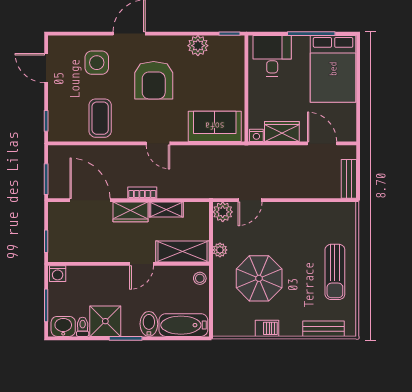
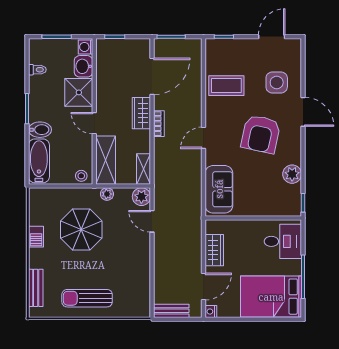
armchair: (154, 80) -> (261, 134), turned -78
nightstand: (256, 135) -> (211, 312), moved
shelving: (166, 210) -> (144, 169), moved
shower: (105, 321) -> (79, 92), moved
washbasin: (63, 326) -> (84, 66), moved, turned 180

